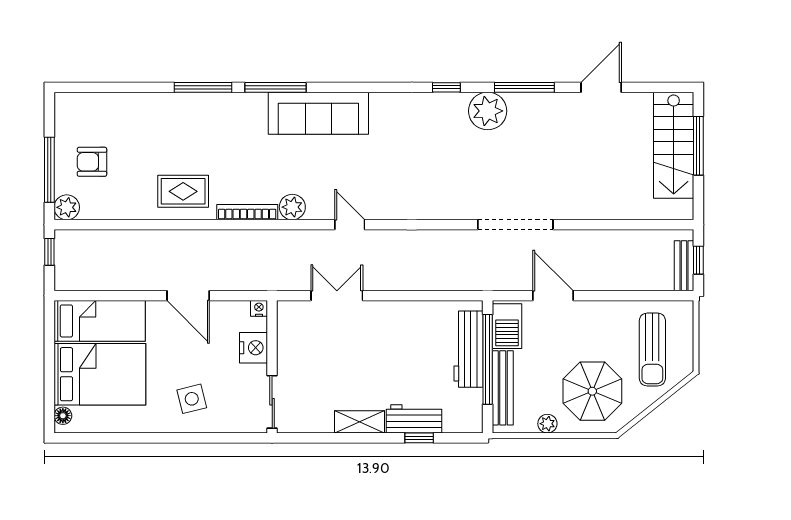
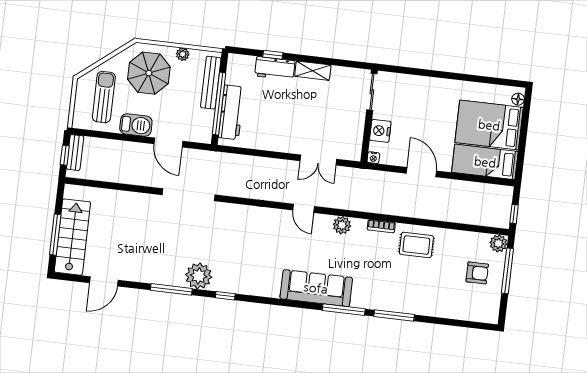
door: (601, 87) -> (104, 281), moved
bookcase: (247, 212) -> (381, 226), width x0.64
barbecue: (507, 326) -> (136, 125), moved, turned 90
side table: (192, 399) -> (427, 100), removed

